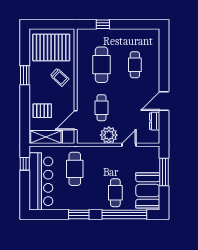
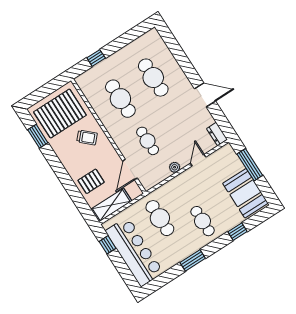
cafe table: (135, 65) -> (153, 78), width x1.37, depth x1.35
window: (25, 75) -> (38, 136), moved
door: (164, 101) -> (205, 95), swing flipped
dresser: (155, 121) -> (217, 134), moved
plant: (109, 135) -> (175, 167), width x0.53, depth x0.53
cafe table: (115, 193) -> (202, 221), moved
window: (124, 214) -> (238, 232), width x0.32

